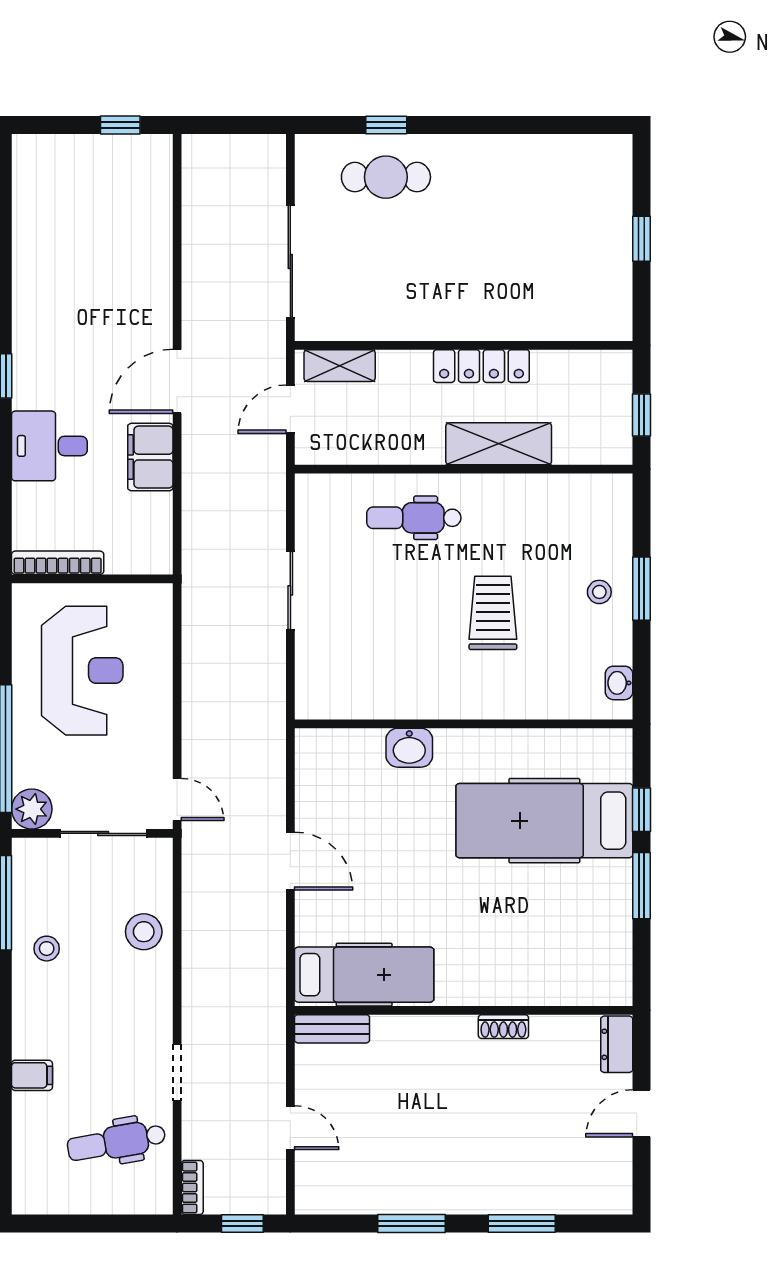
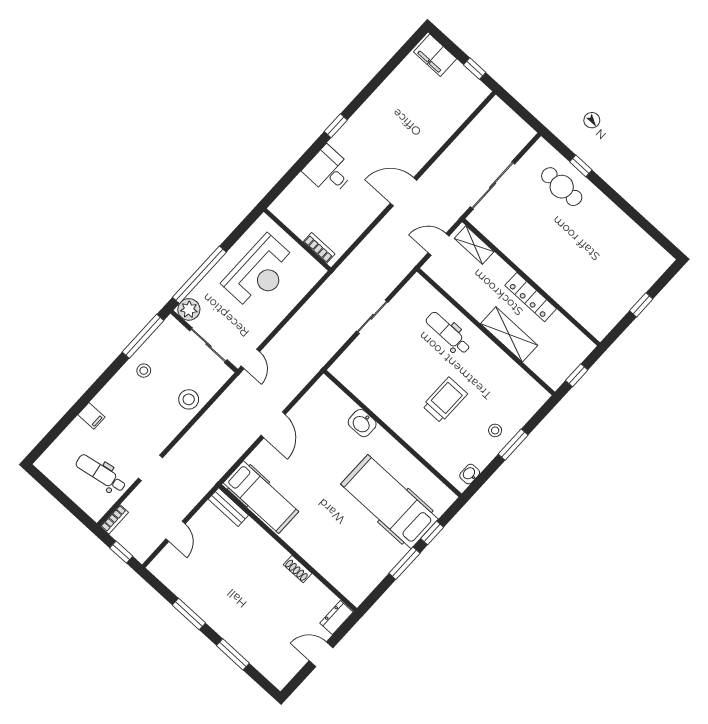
filing cabinet: (150, 457) -> (435, 55), moved, turned -90
bookcase: (58, 563) -> (319, 248), moved, width x0.64

